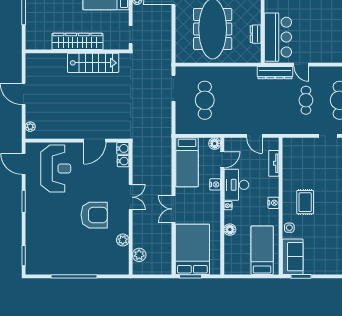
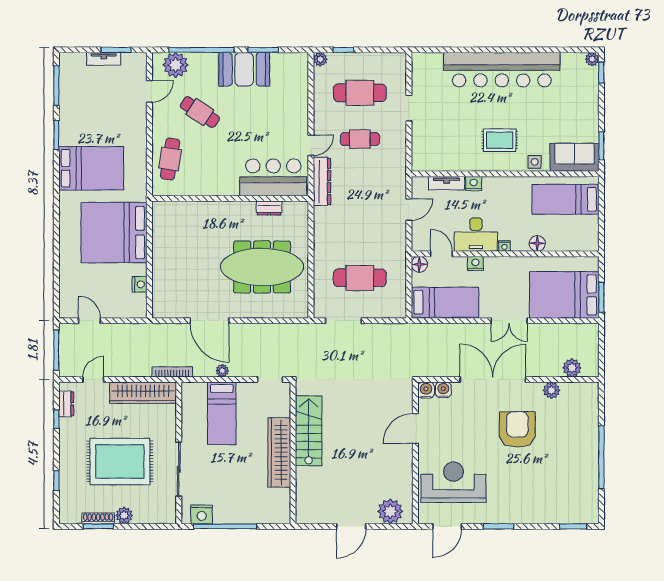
plant: (30, 127) -> (390, 511), width x1.88, depth x1.88
door: (95, 141) -> (415, 429), swing flipped
double door: (131, 197) -> (493, 380), width x1.87
nightstand: (273, 203) -> (474, 184), moved

